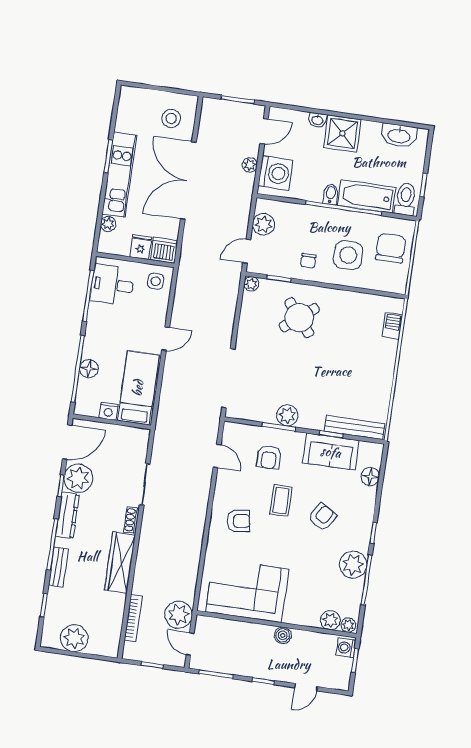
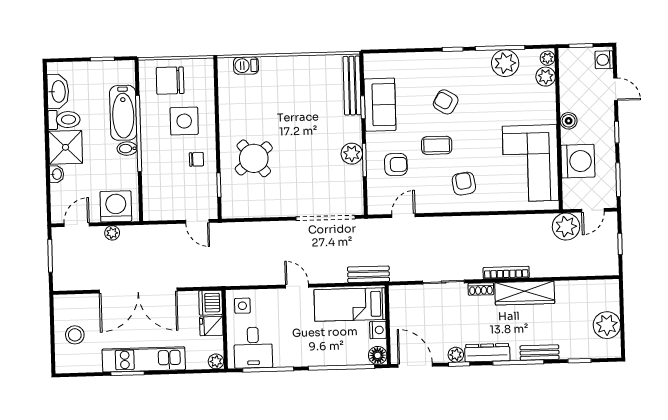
stool: (171, 118) -> (75, 335), moved
door: (264, 131) -> (77, 225), hinge flipped
toilet: (405, 199) -> (64, 120), moved, turned 180
plant: (108, 224) -> (216, 361), moved
plant: (264, 224) -> (168, 209), removed
plant: (251, 284) -> (229, 211), removed
floor lamp: (89, 369) -> (378, 355), moved
bench: (165, 411) -> (369, 274), added
floor lamp: (370, 477) -> (398, 62), removed
plant: (78, 478) -> (456, 355), width x0.53, depth x0.53
plant: (353, 565) -> (505, 63), moved
bookcase: (133, 618) -> (506, 273), moved
washing machine: (241, 638) -> (578, 161), added
washing machine: (346, 648) -> (604, 60), moved, turned 90

